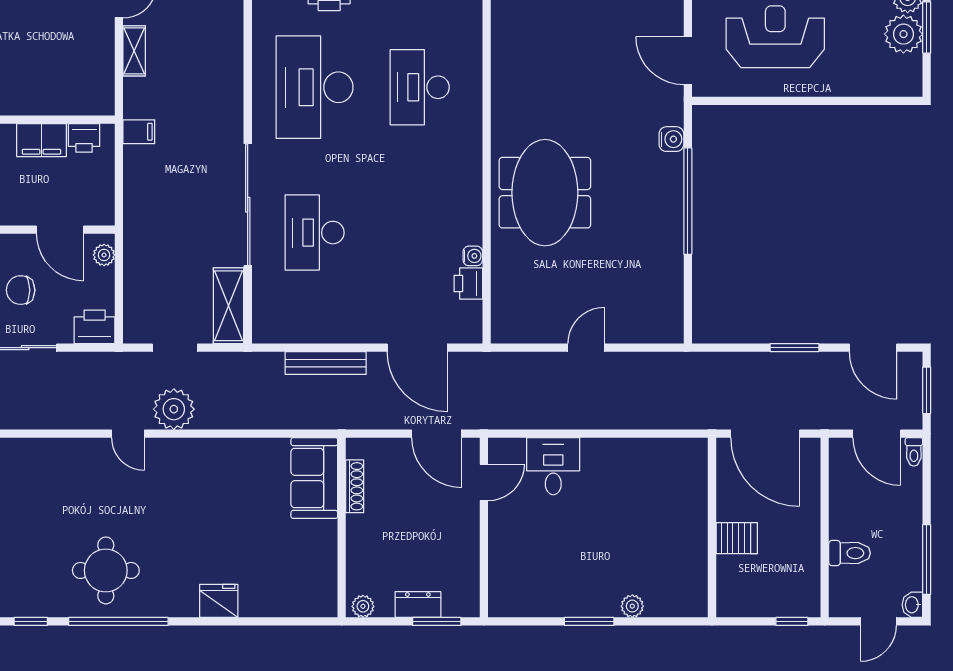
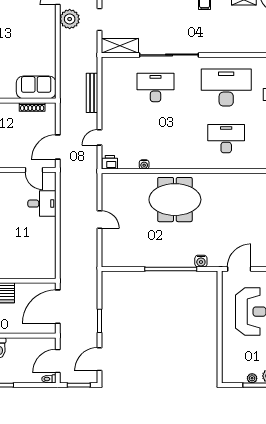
plant: (903, 34) -> (252, 378), width x0.53, depth x0.53
printer: (468, 283) -> (110, 162), moved
door: (417, 348) -> (99, 137), width x0.53

